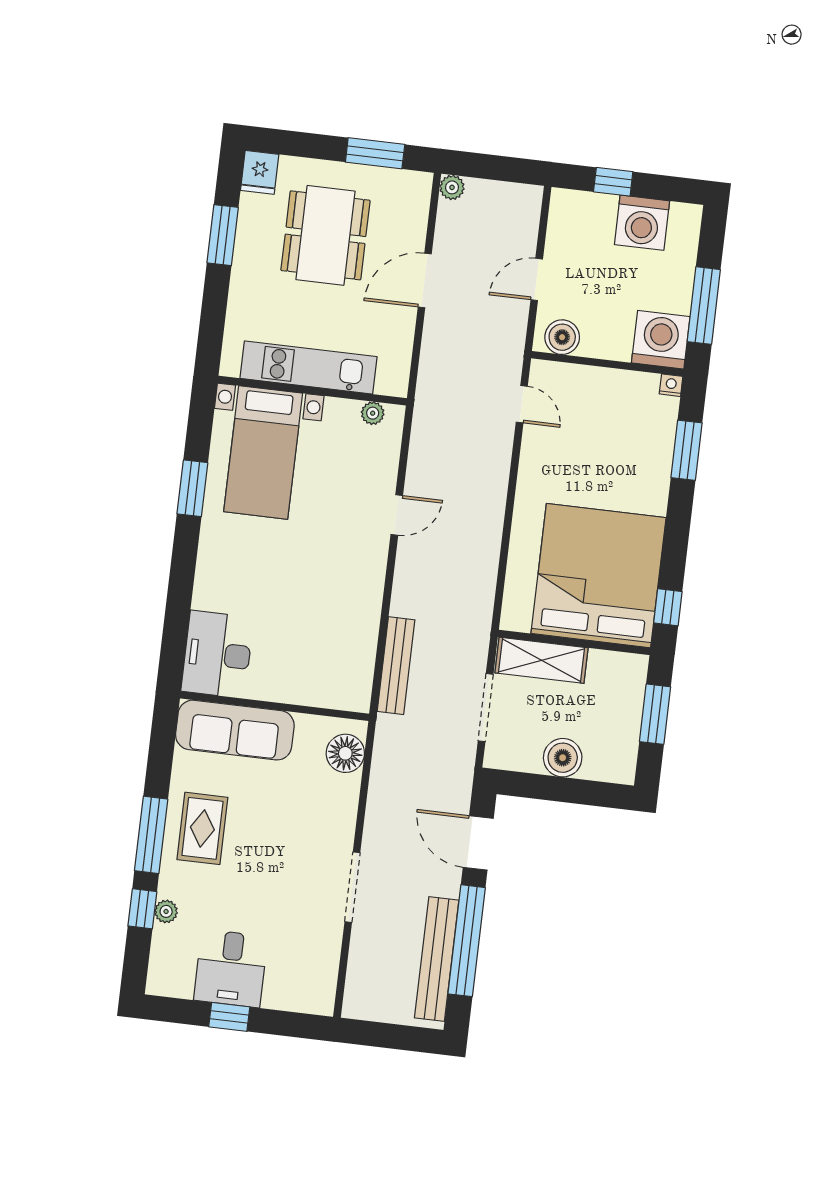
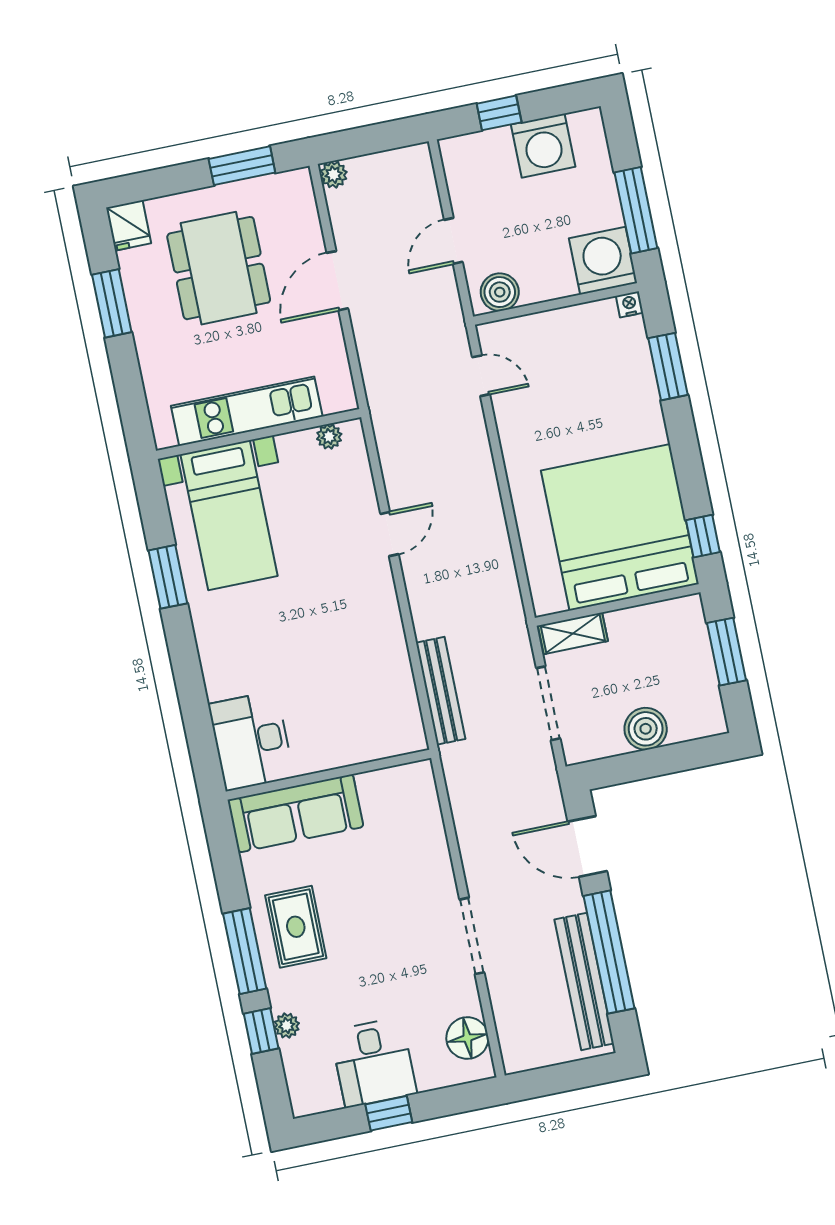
shelving: (541, 660) -> (573, 633), width x0.67, depth x0.75
floor lamp: (345, 753) -> (467, 1038), moved

